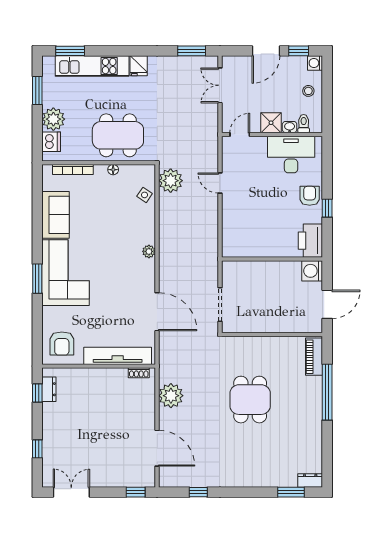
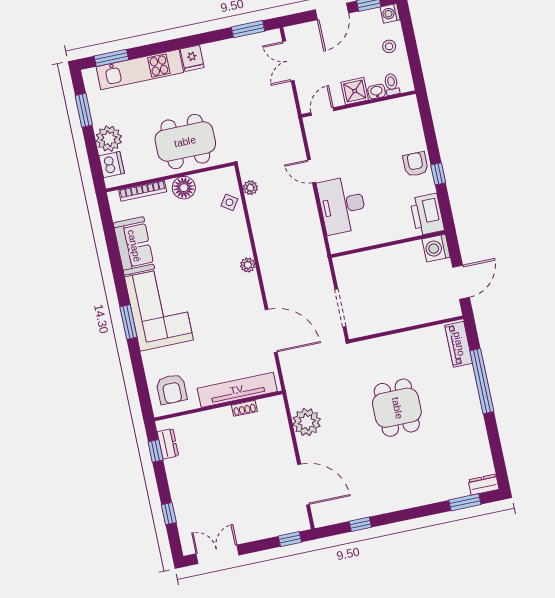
desk: (291, 154) -> (342, 205), moved, turned -90
floor lamp: (113, 170) -> (184, 188), width x1.89, depth x1.89
plant: (171, 181) -> (250, 188), width x0.53, depth x0.53
shoe rack: (139, 373) -> (244, 408), moved

